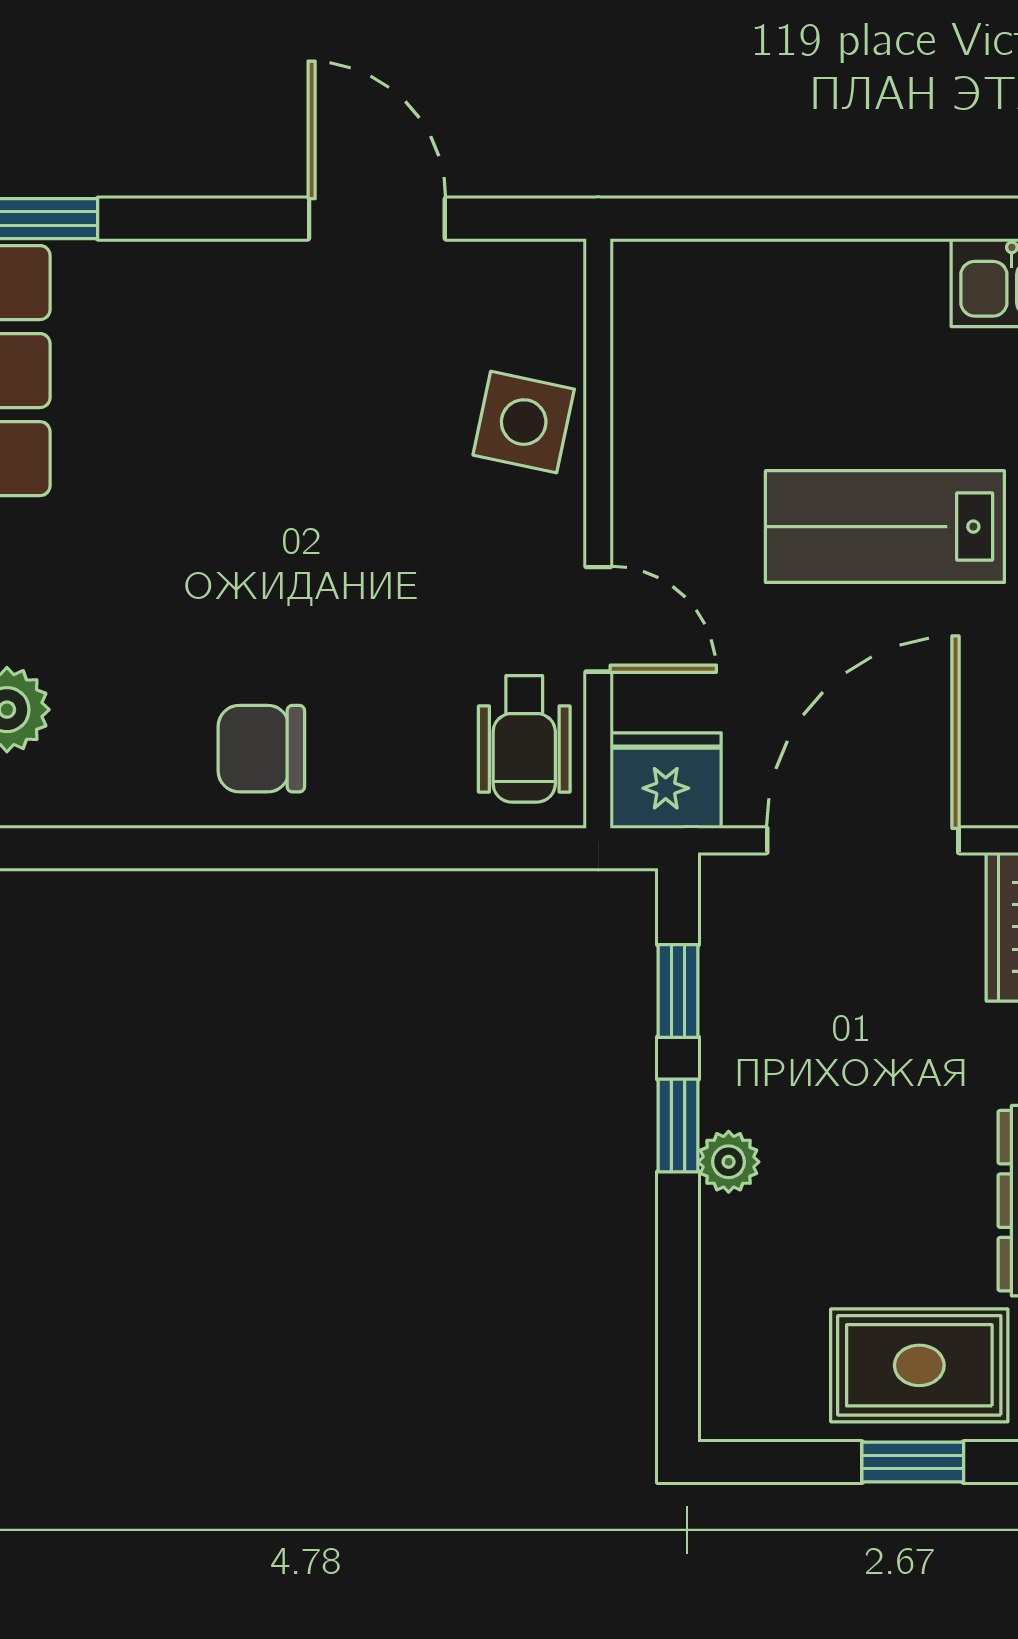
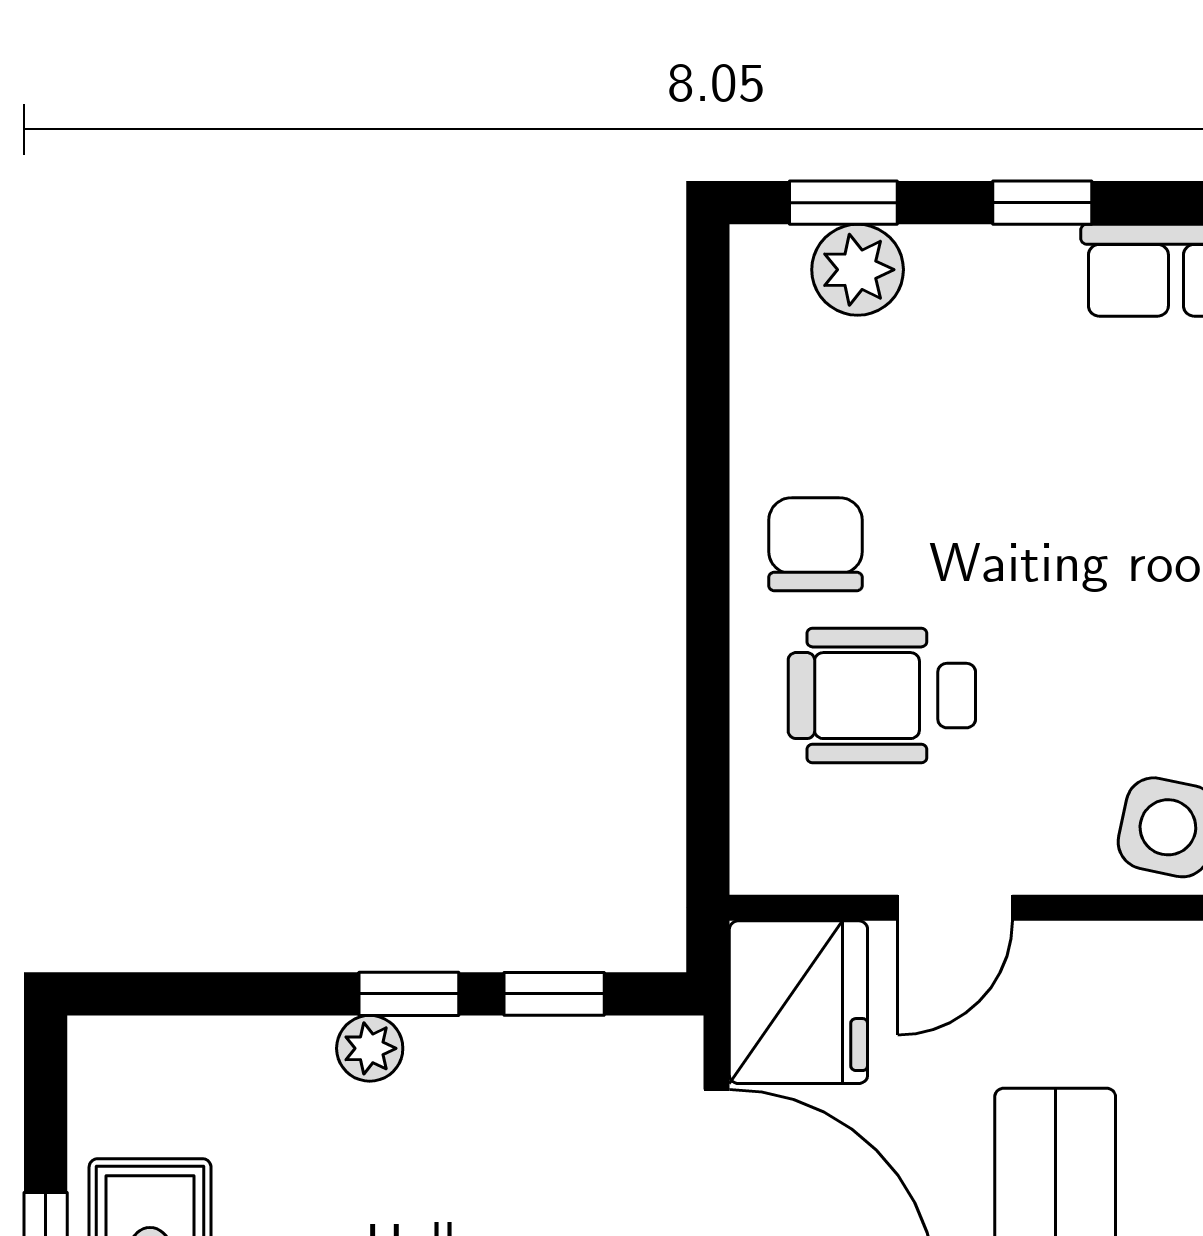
wheelchair: (524, 739) -> (882, 696), moved, width x1.36, depth x1.37
fridge: (666, 781) -> (798, 1002), width x1.36, depth x1.34

